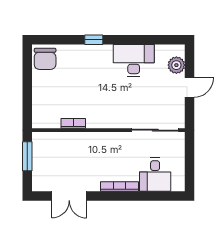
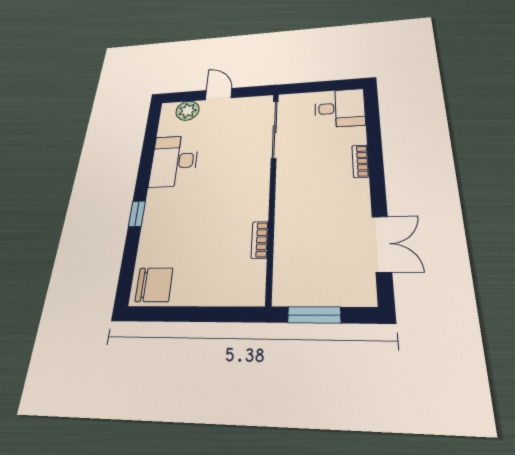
desk: (155, 175) -> (340, 108), moved
bookcase: (120, 187) -> (360, 161), width x0.64

